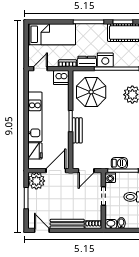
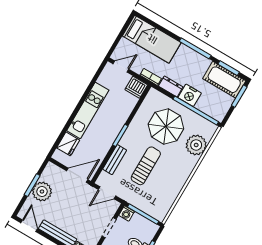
parasol: (91, 92) -> (166, 126), moved
bench: (77, 130) -> (115, 160), moved
sun lounger: (104, 133) -> (146, 166), added
barbecue: (119, 163) -> (144, 205), removed
plant: (36, 181) -> (42, 191), moved

